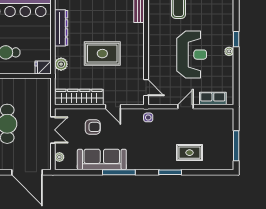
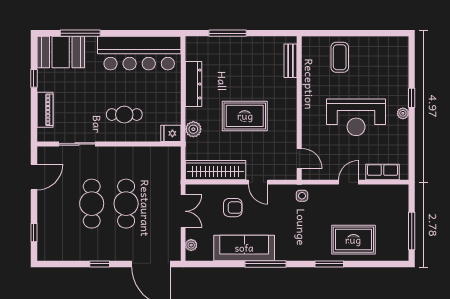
reception desk: (192, 55) -> (356, 117), turned 90
rug: (190, 153) -> (353, 240), width x1.36, depth x1.43

